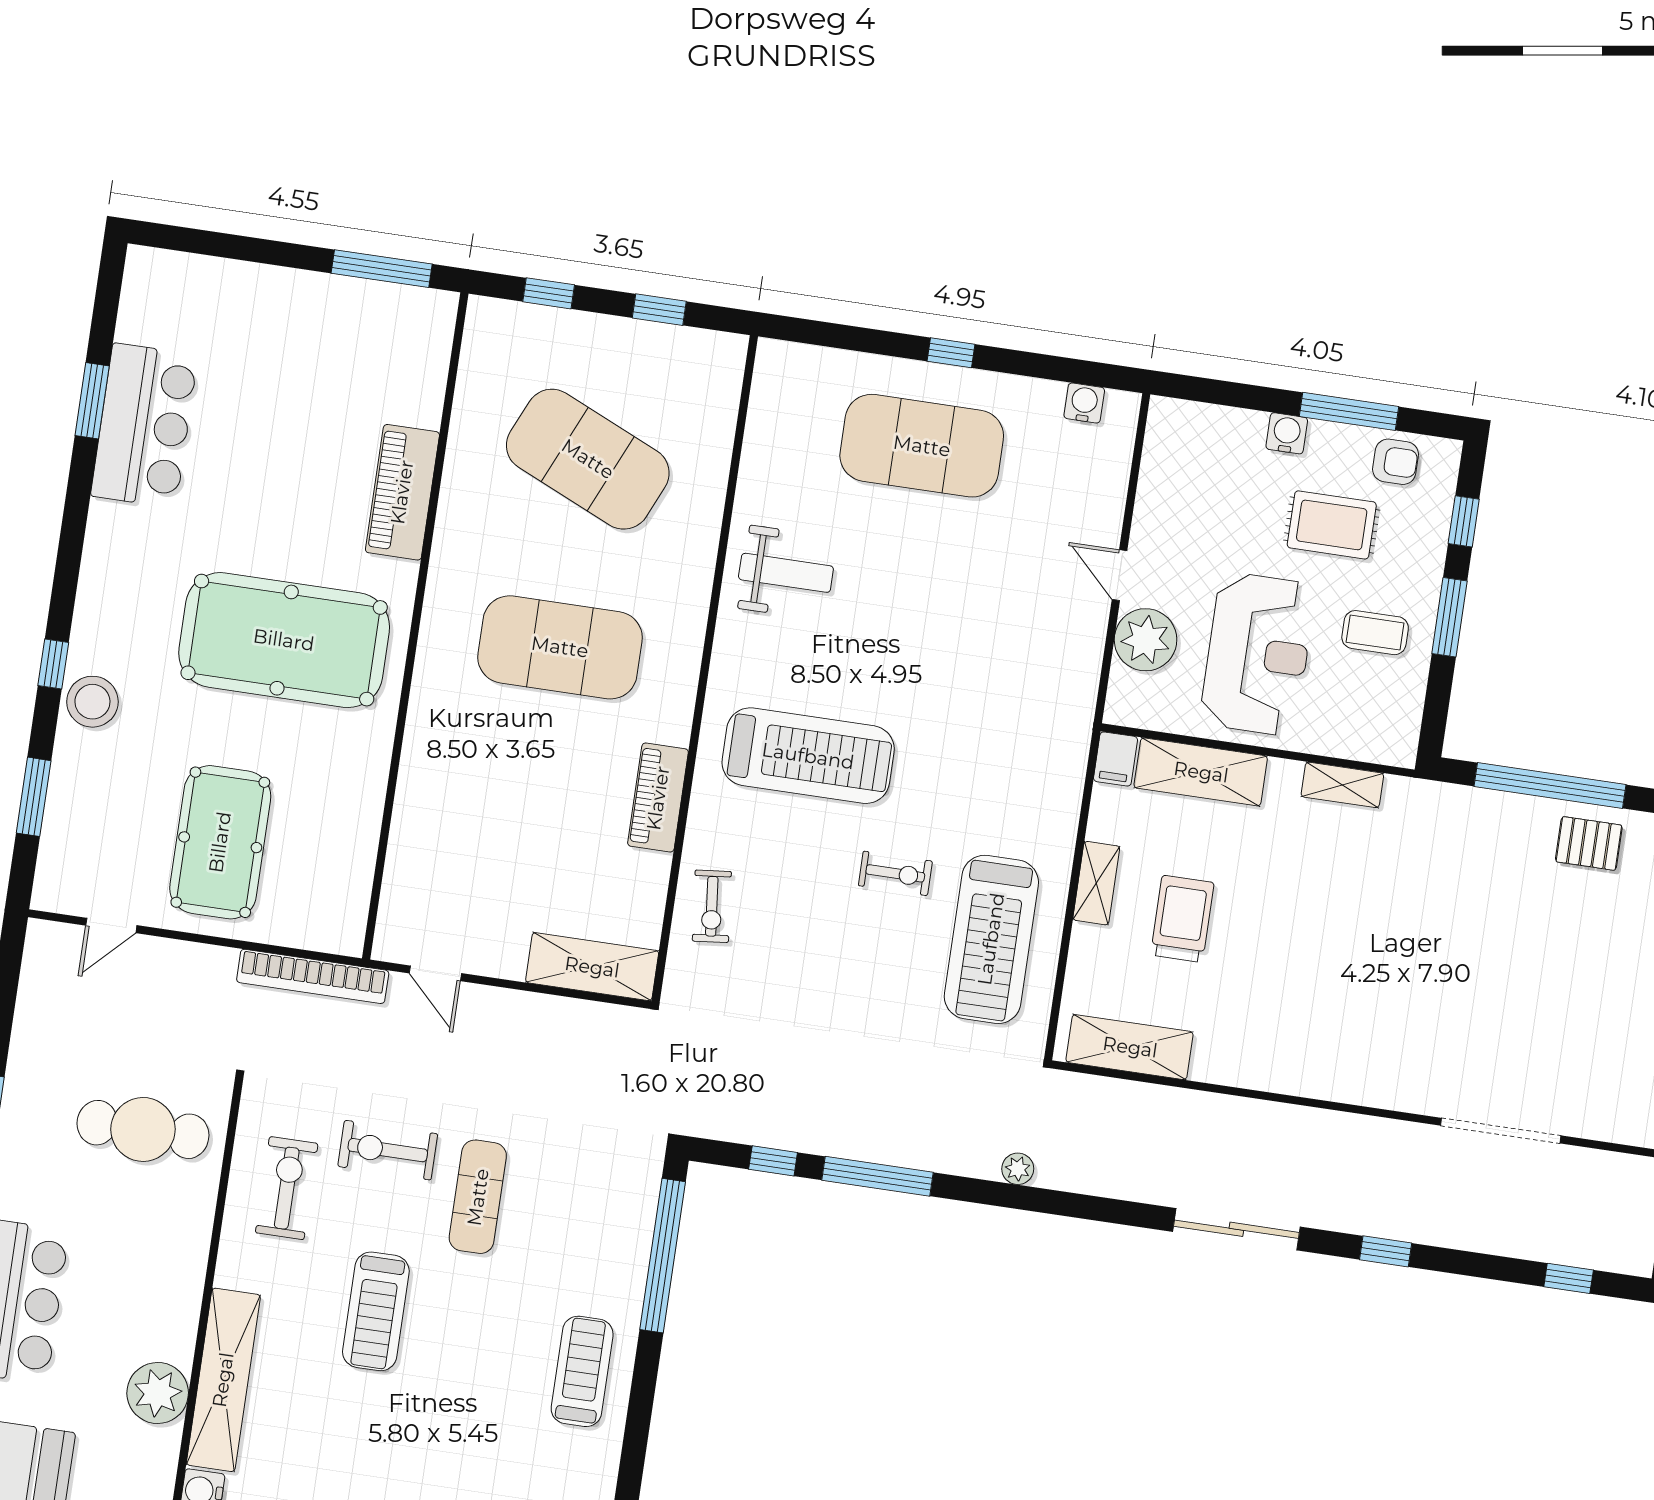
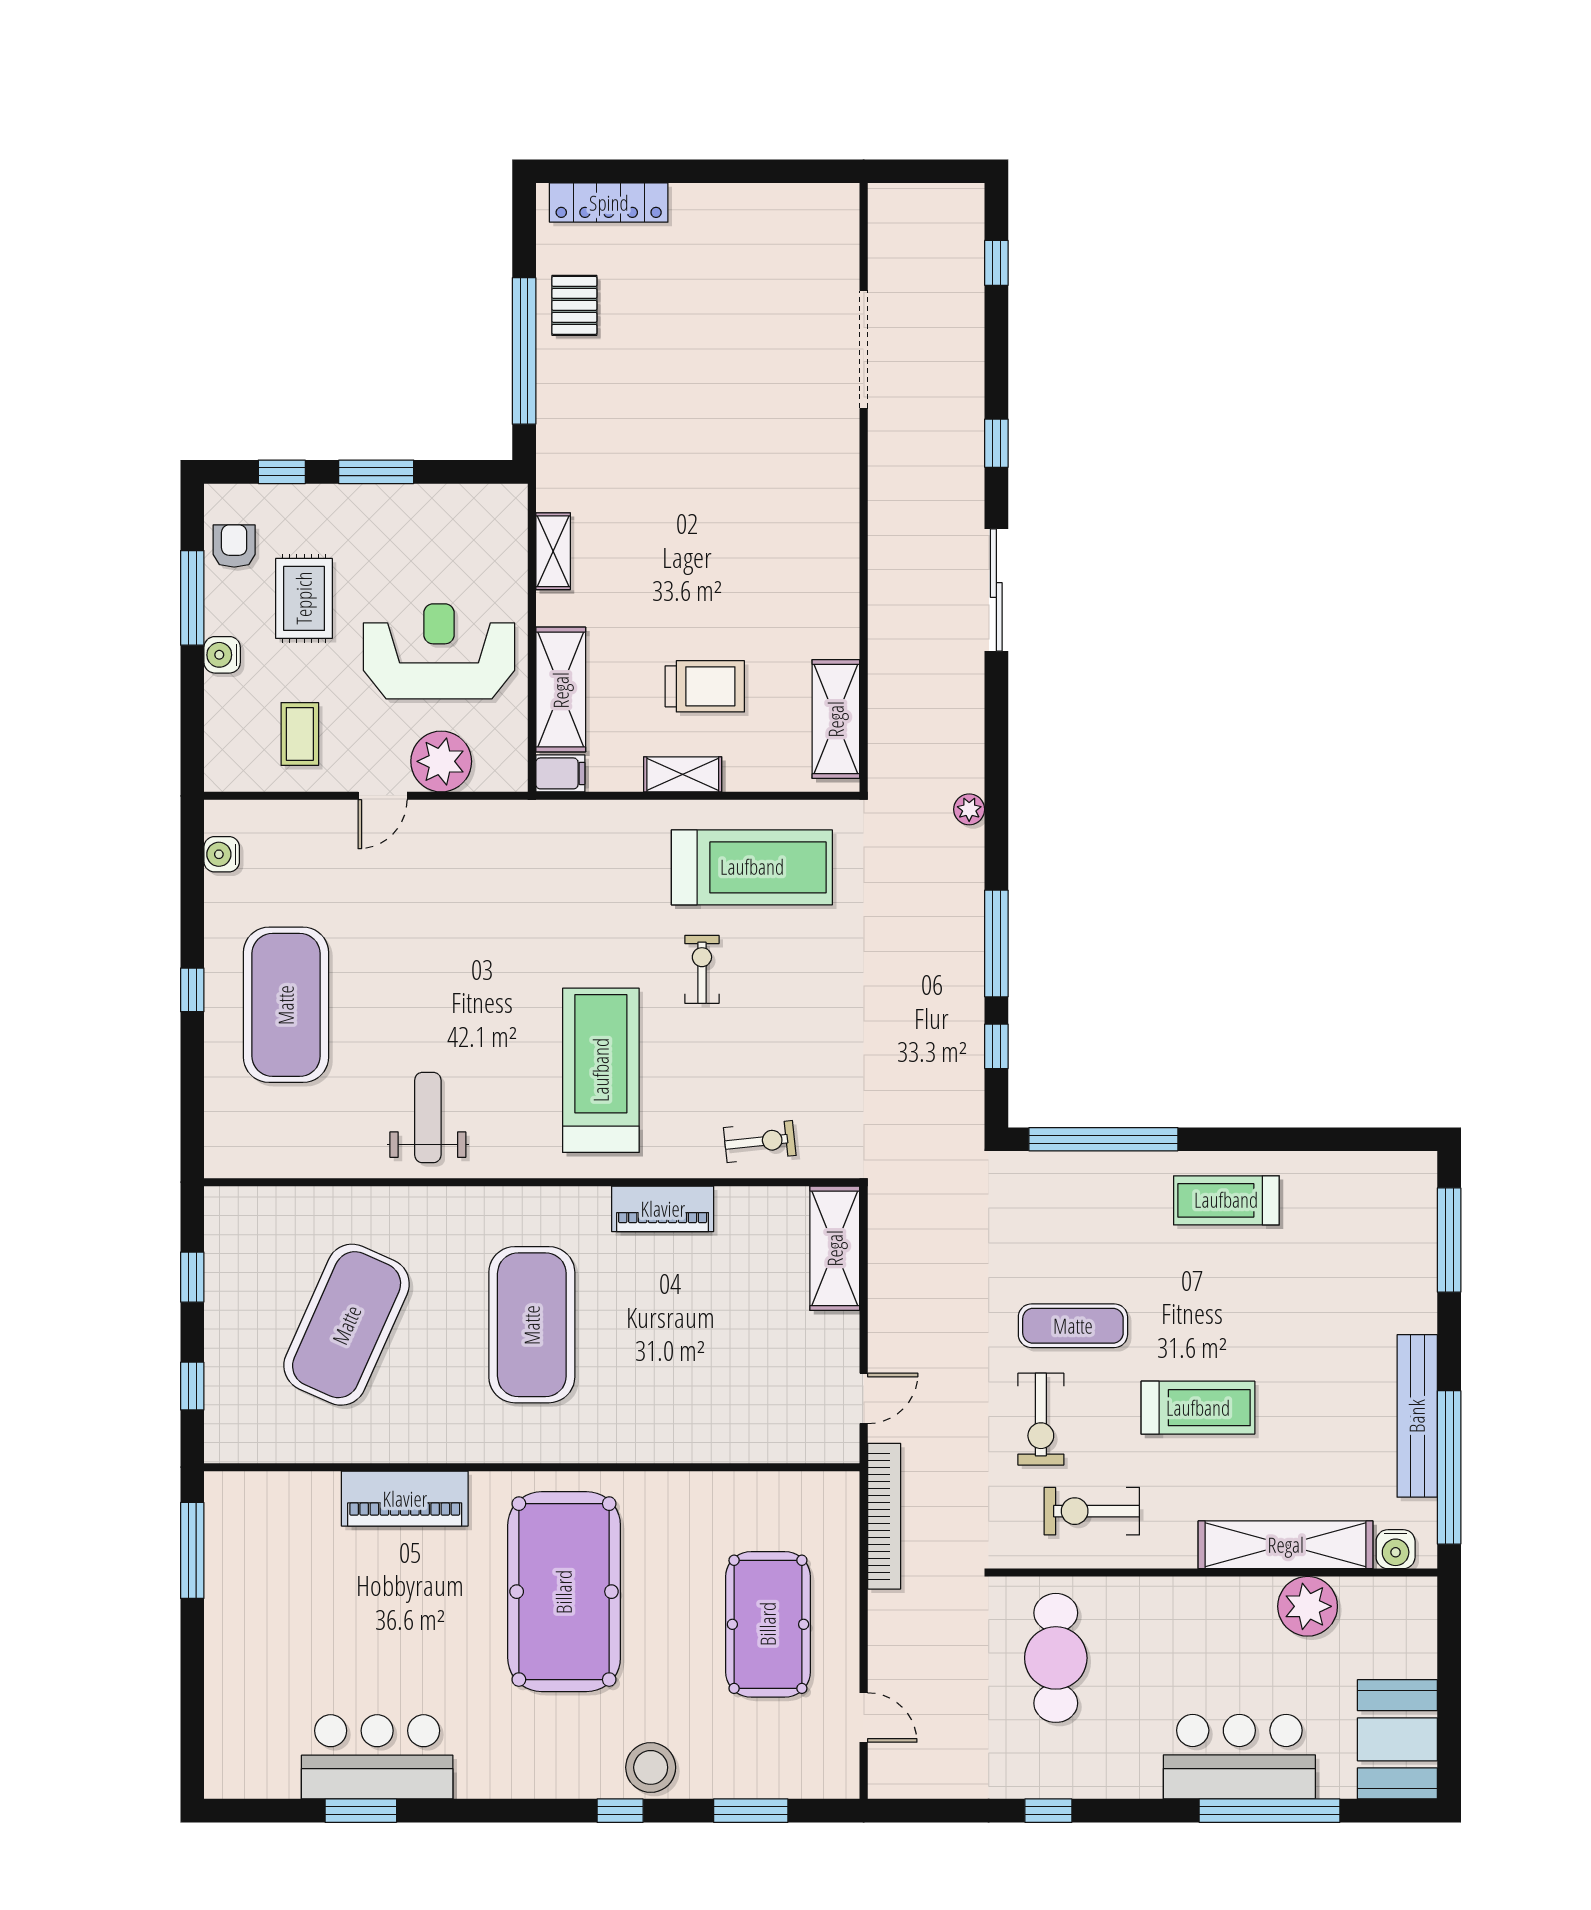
coffee table: (1375, 633) -> (300, 734), moved
pool table: (220, 842) -> (768, 1624), turned 90
trolley: (1182, 919) -> (705, 686), turned 180

